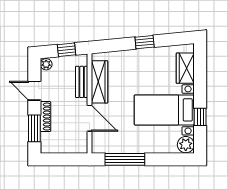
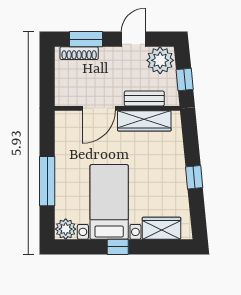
plant: (46, 64) -> (160, 60), width x1.88, depth x1.88
shoe rack: (46, 117) -> (79, 53), moved
window: (200, 117) -> (118, 247), moved
window: (125, 159) -> (47, 181), moved

